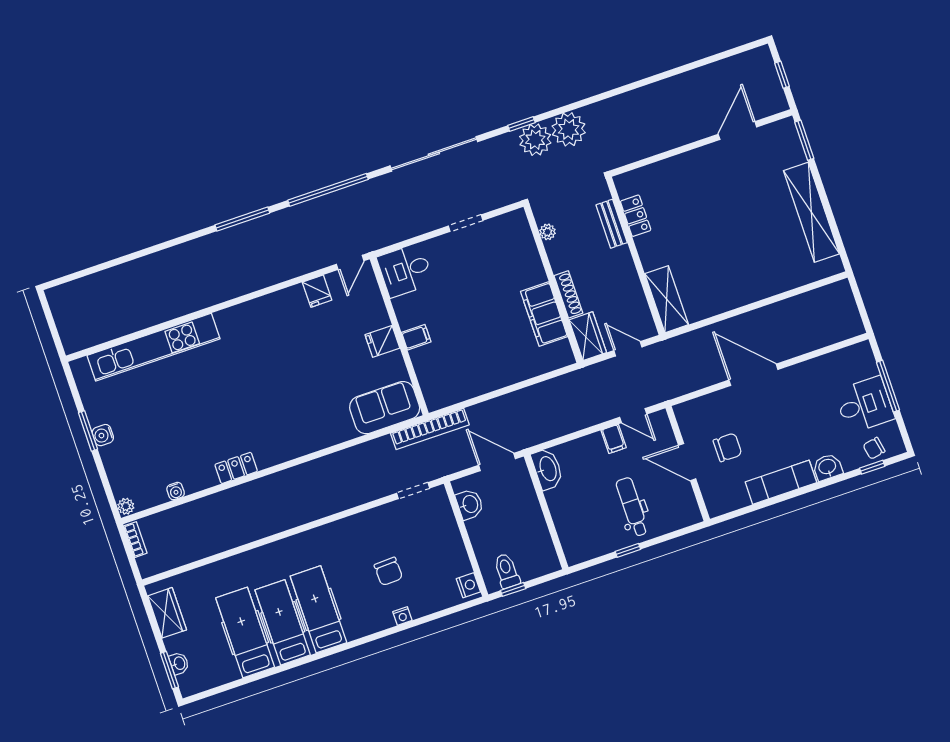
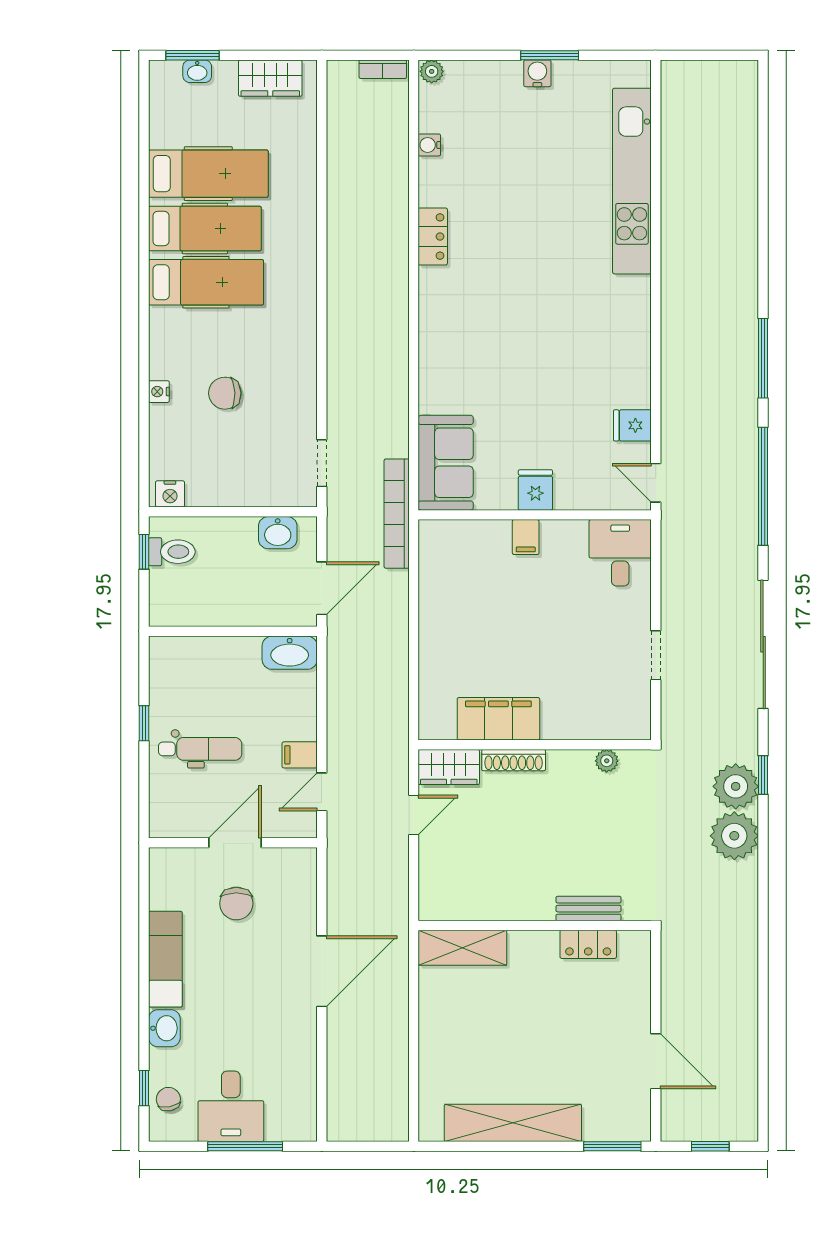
locker: (636, 216) -> (588, 944), moved
bench: (612, 224) -> (588, 909), moved
wall: (635, 256) -> (535, 926), moved
shelving: (667, 299) -> (462, 948), moved

